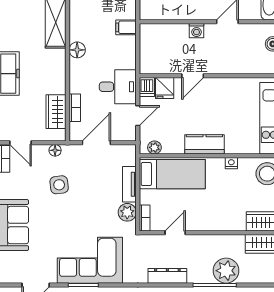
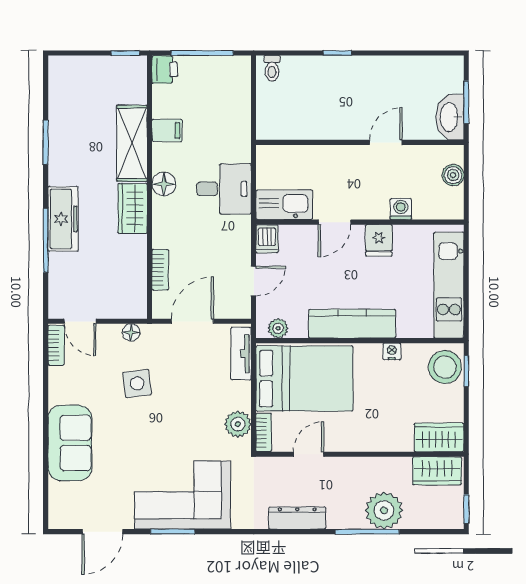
filing cabinet: (126, 27) -> (167, 130), moved, turned 180
washing machine: (196, 31) -> (401, 209), moved, turned 180
kitchen sink: (159, 64) -> (284, 205), added
desk: (118, 87) -> (224, 189), moved
fridge: (165, 88) -> (379, 240), moved
wardrobe: (56, 112) -> (133, 208), moved
kitchen counter: (204, 144) -> (352, 324), width x1.50
bed: (172, 174) -> (304, 379), width x1.50
tv unit: (129, 184) -> (241, 354), moved

